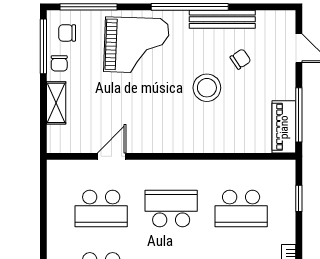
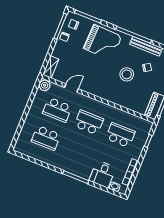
shelving: (56, 103) -> (51, 67), moved
plant: (58, 171) -> (45, 85), added
school desk: (241, 208) -> (120, 135), turned 180

